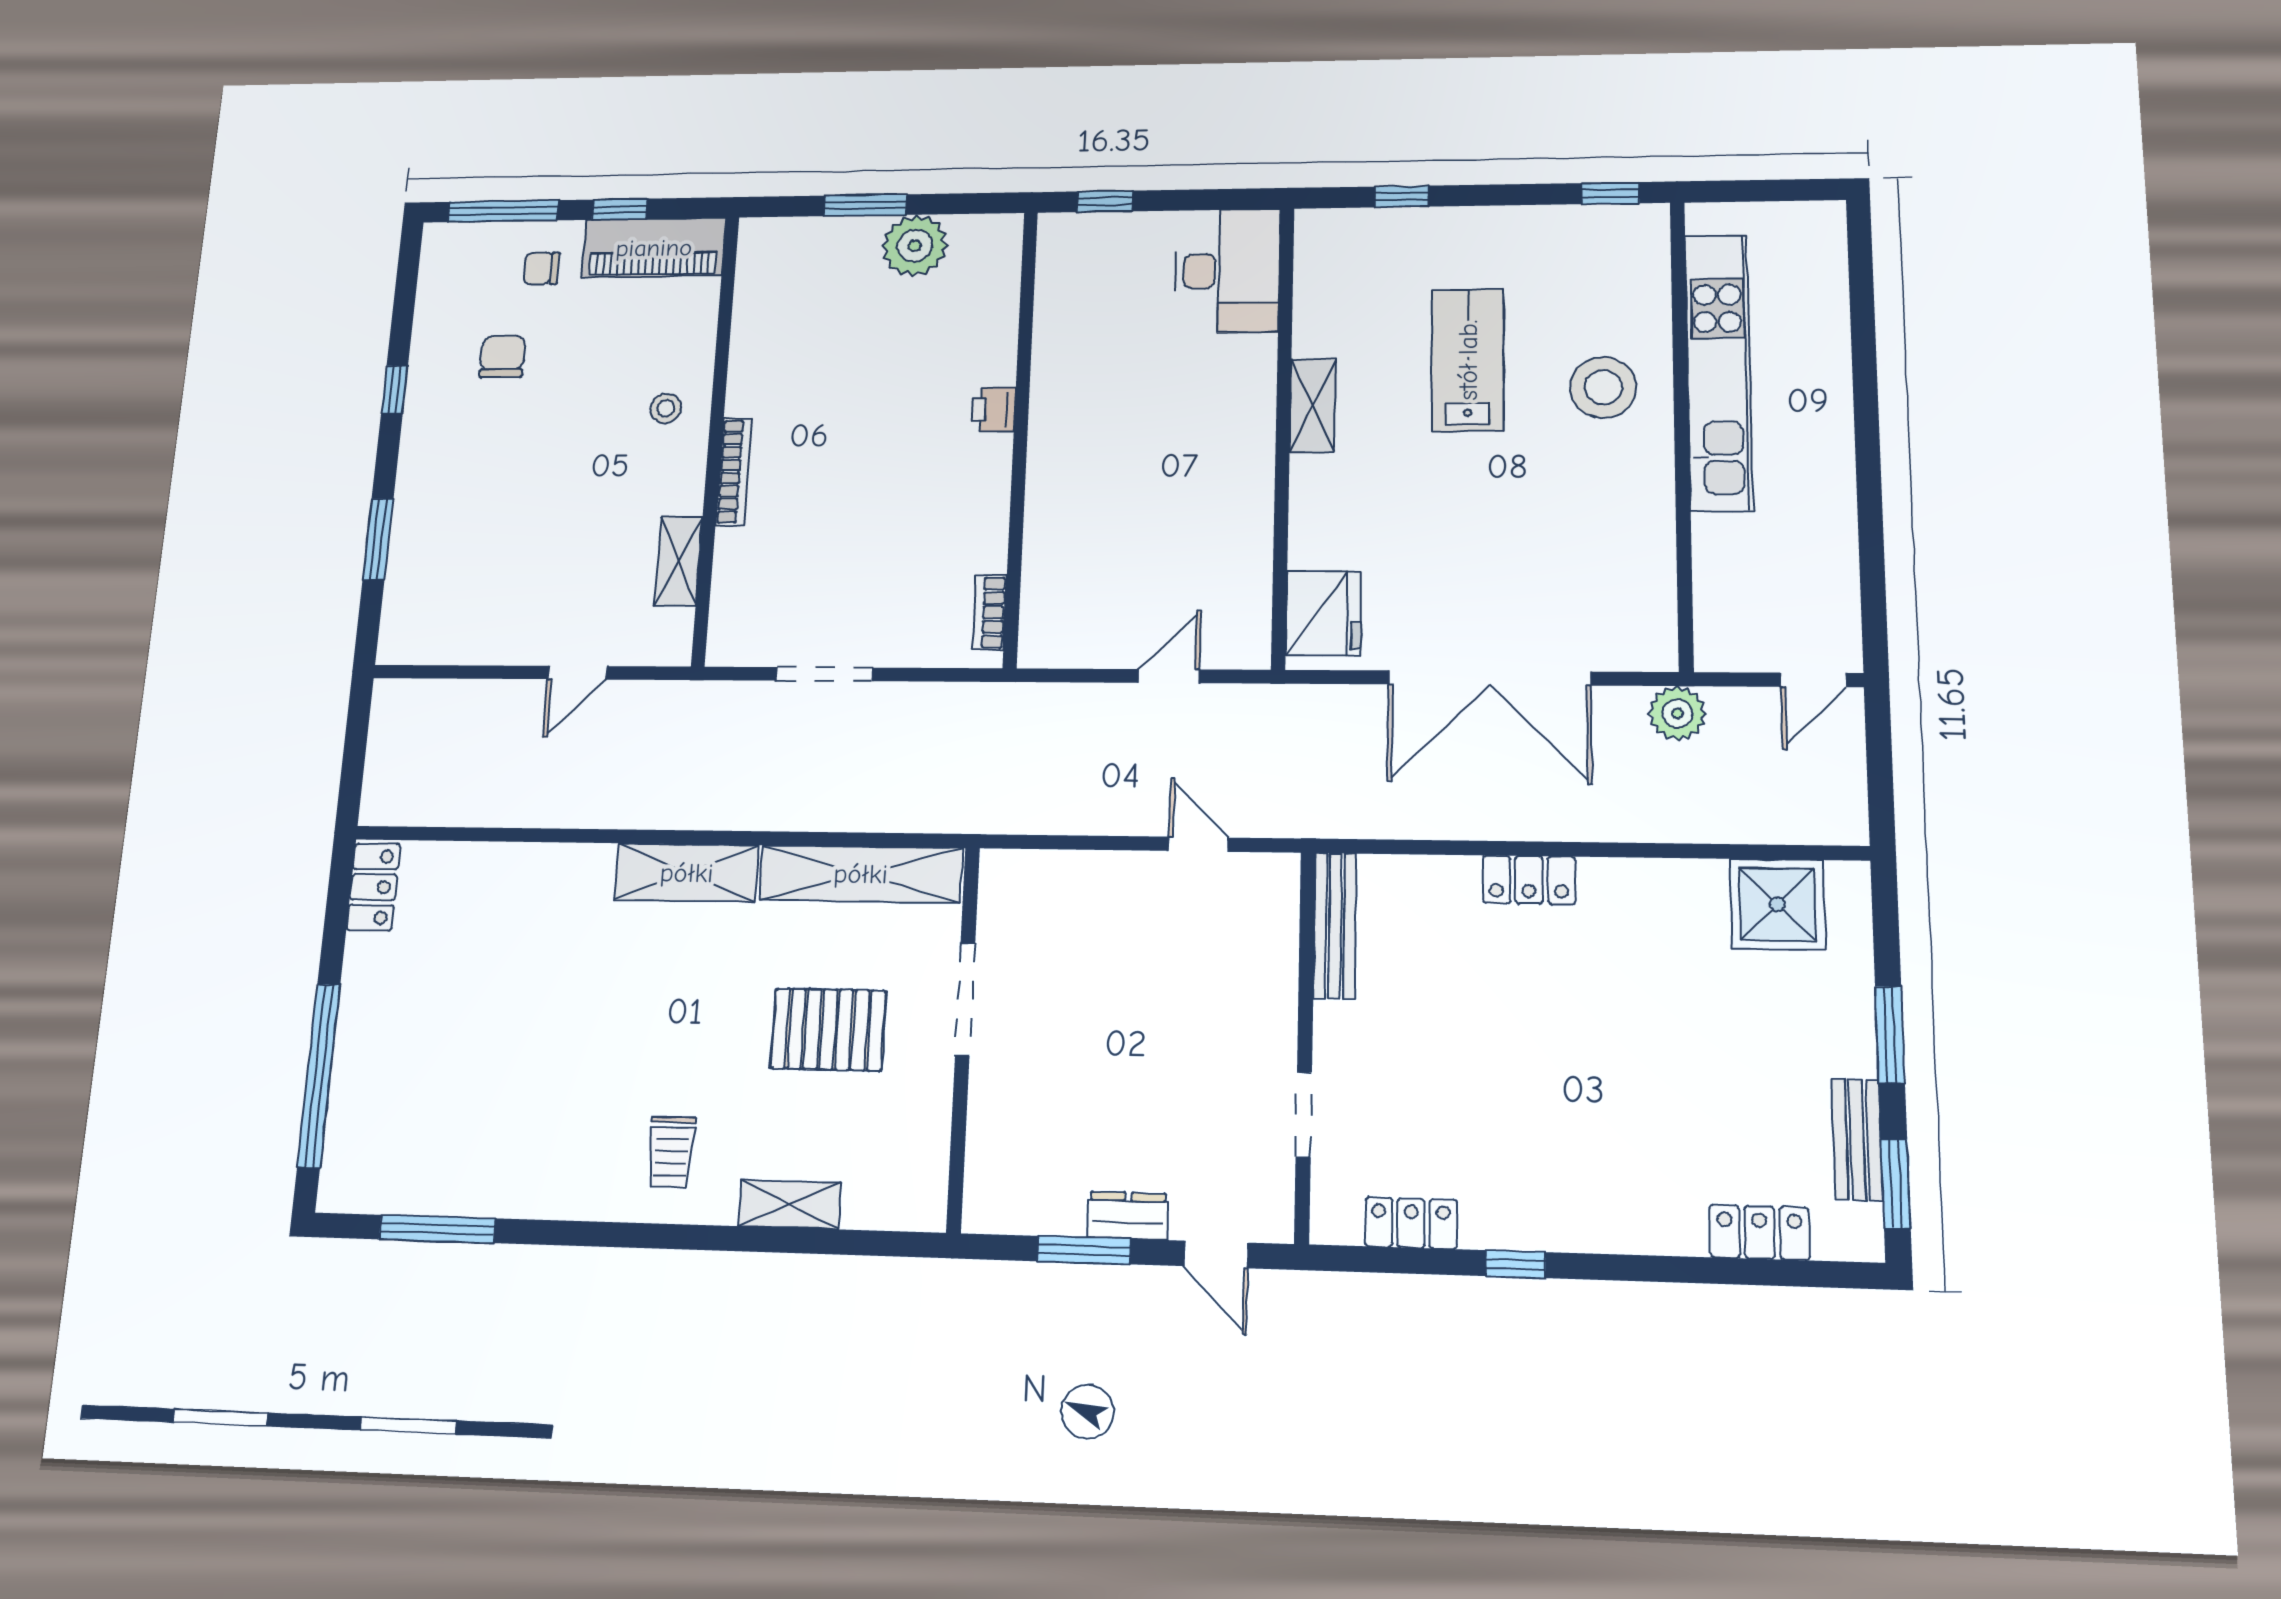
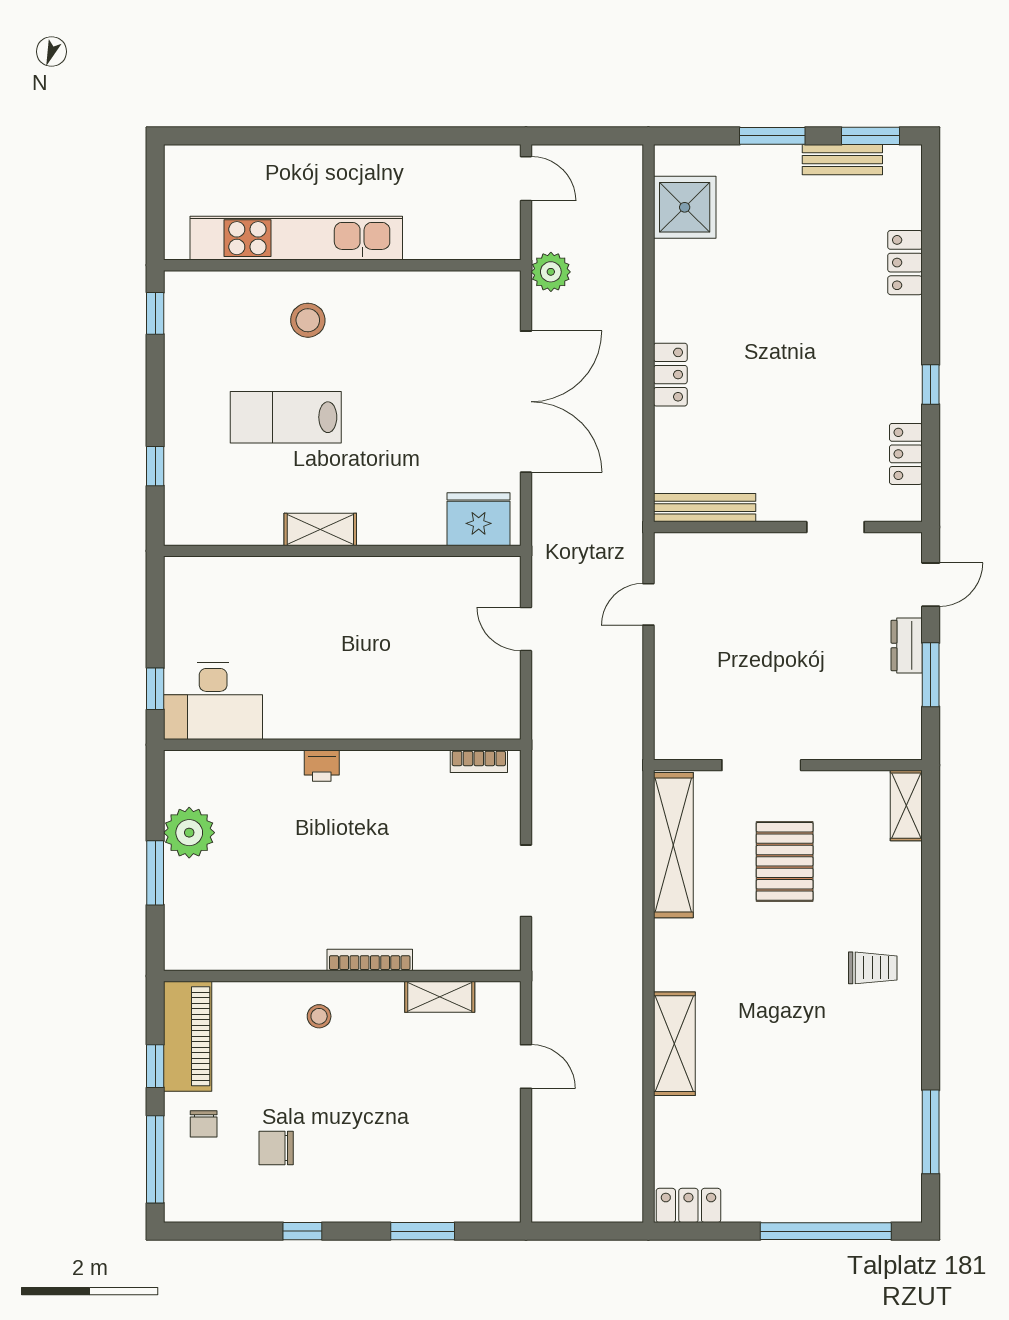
desk: (1227, 271) -> (213, 701), moved, turned 180
stool: (1603, 387) -> (308, 320), width x0.73, depth x0.73
shelving: (687, 873) -> (674, 1044), moved
shelving: (790, 1204) -> (906, 806), moved
locker: (1760, 1232) -> (905, 263), moved

